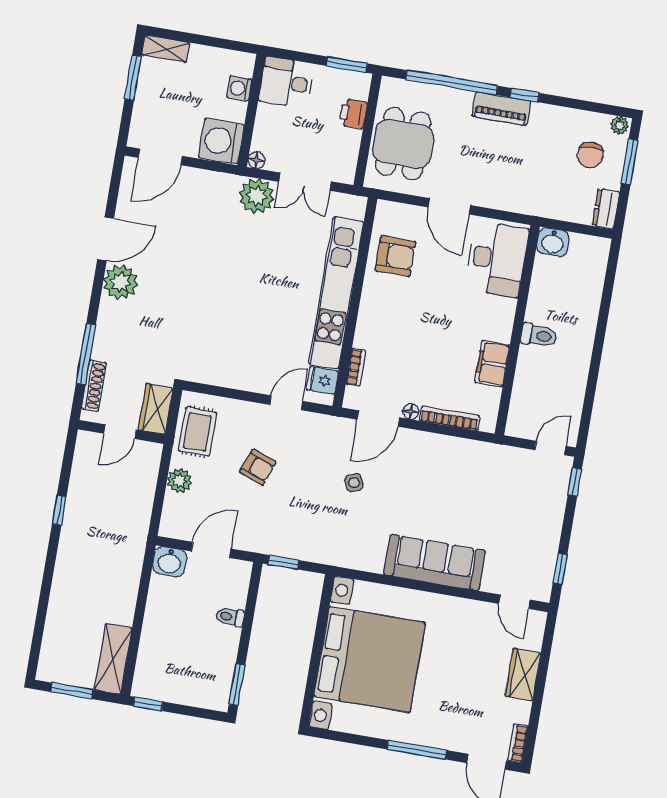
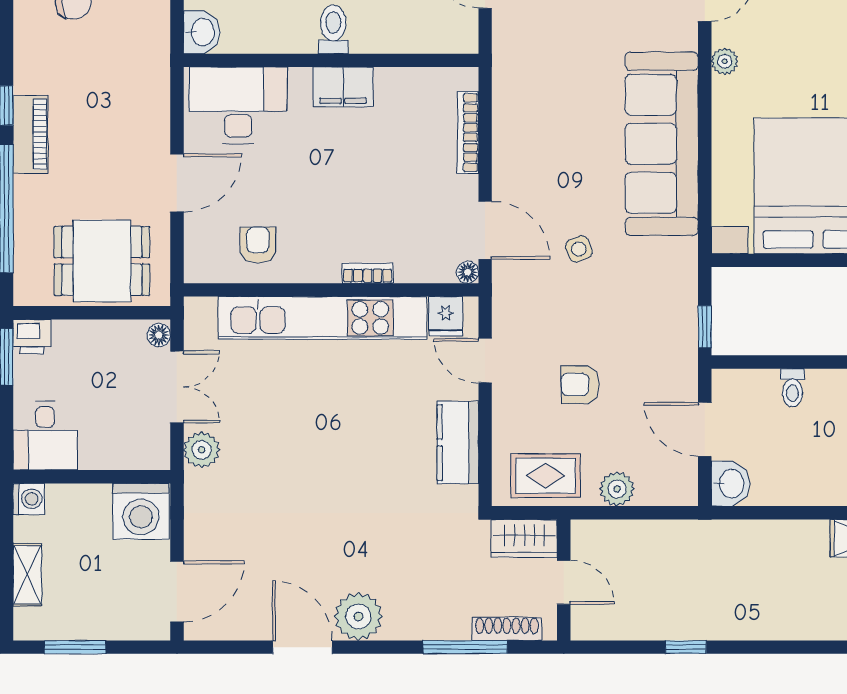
shelving: (166, 49) -> (27, 575), moved
washing machine: (239, 88) -> (29, 499), moved, turned -90
printer: (353, 114) -> (32, 337), moved
door: (160, 157) -> (177, 591), hinge flipped
floor lamp: (256, 160) -> (159, 335), moved
plant: (257, 196) -> (202, 450), width x0.73, depth x0.73
armchair: (395, 256) -> (258, 245), width x0.72, depth x0.72
filing cabinet: (492, 364) -> (343, 87), moved
bookcase: (356, 367) -> (368, 273), moved
kitchen counter: (232, 374) -> (458, 443), added
floor lamp: (411, 411) -> (468, 272), moved
armchair: (258, 467) -> (580, 385), turned -110
sofa: (435, 562) -> (662, 144), width x1.36, depth x1.27
plant: (469, 608) -> (725, 61), added

